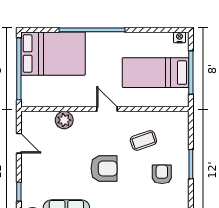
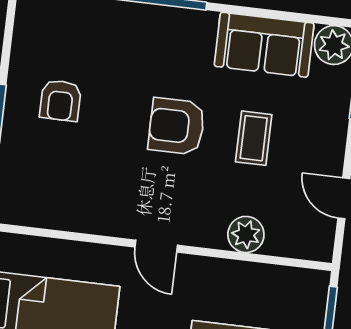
coffee table: (143, 140) -> (254, 138), moved, turned -71

